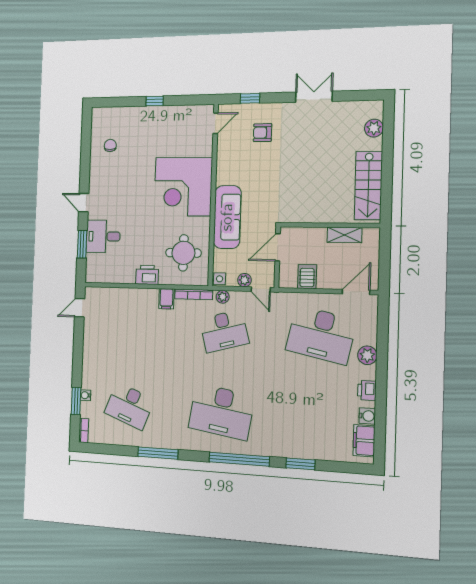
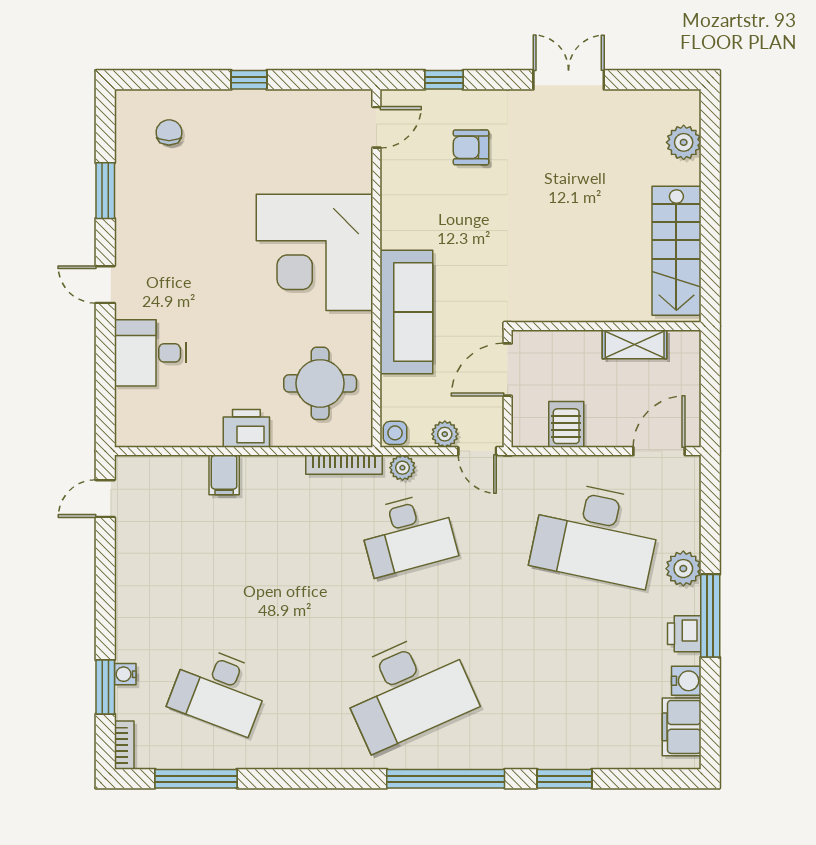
chair: (110, 145) -> (169, 132), moved
window: (82, 244) -> (105, 191), moved
filing cabinet: (166, 299) -> (224, 475), moved
window: (381, 381) -> (710, 616), added
desk: (221, 412) -> (408, 690), turned -33
window: (158, 453) -> (196, 779), moved

